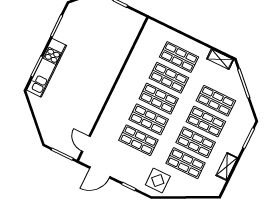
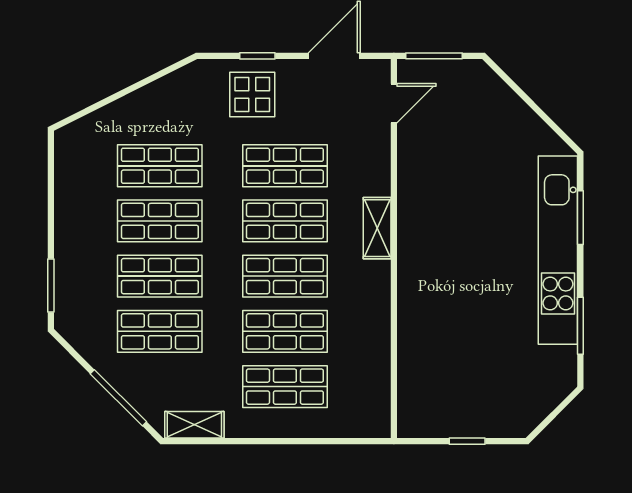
kitchen unit: (47, 68) -> (558, 250), width x1.36
door: (86, 144) -> (394, 103), hinge flipped
shelving: (227, 167) -> (377, 228), moved
display table: (158, 180) -> (252, 95), moved

